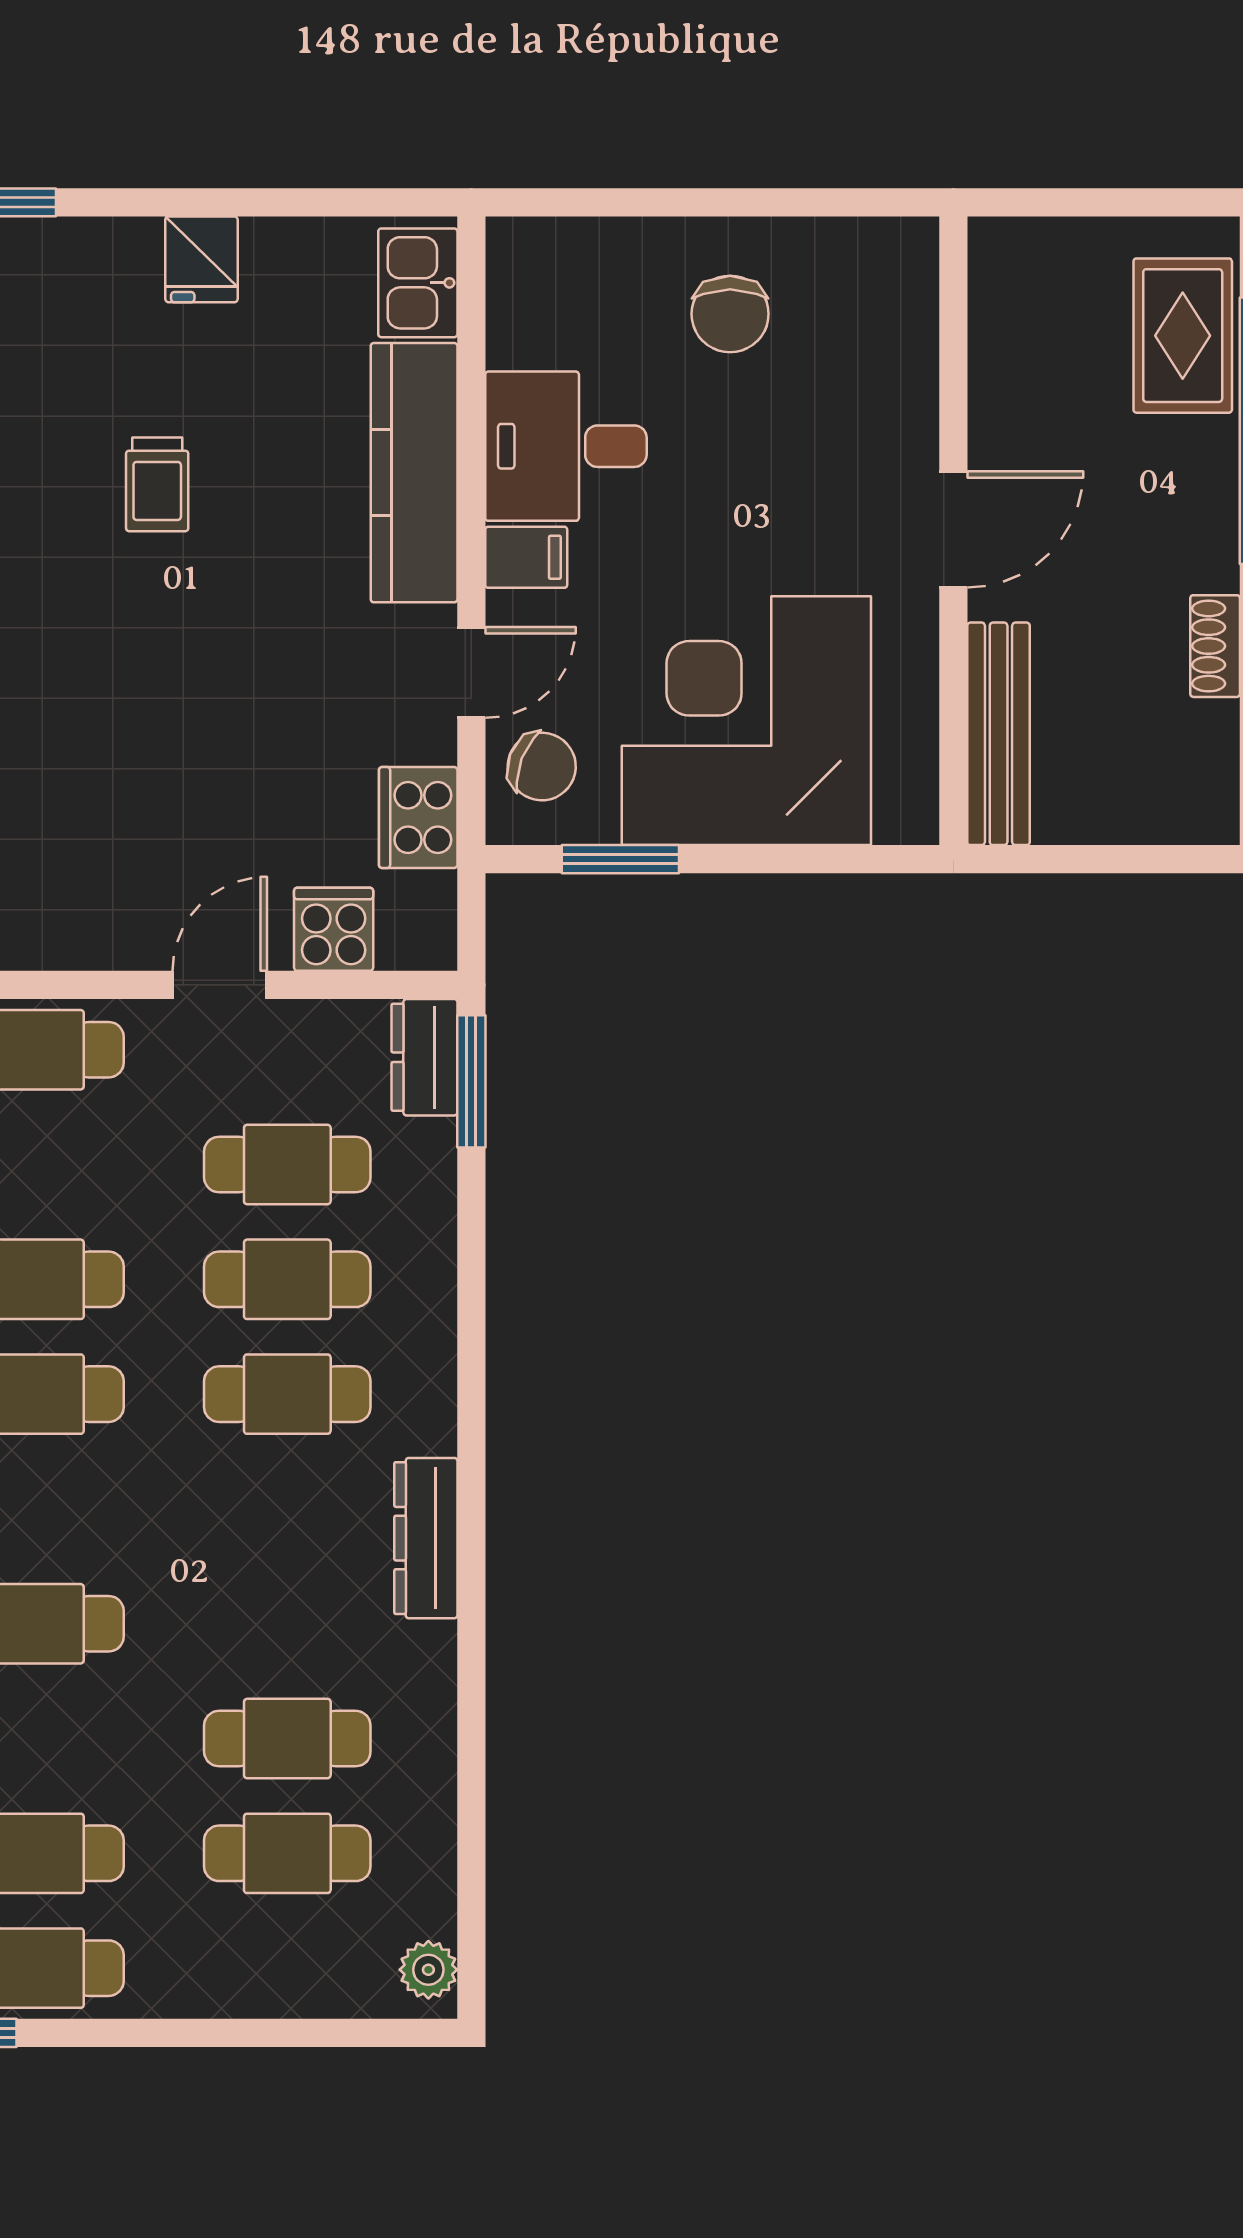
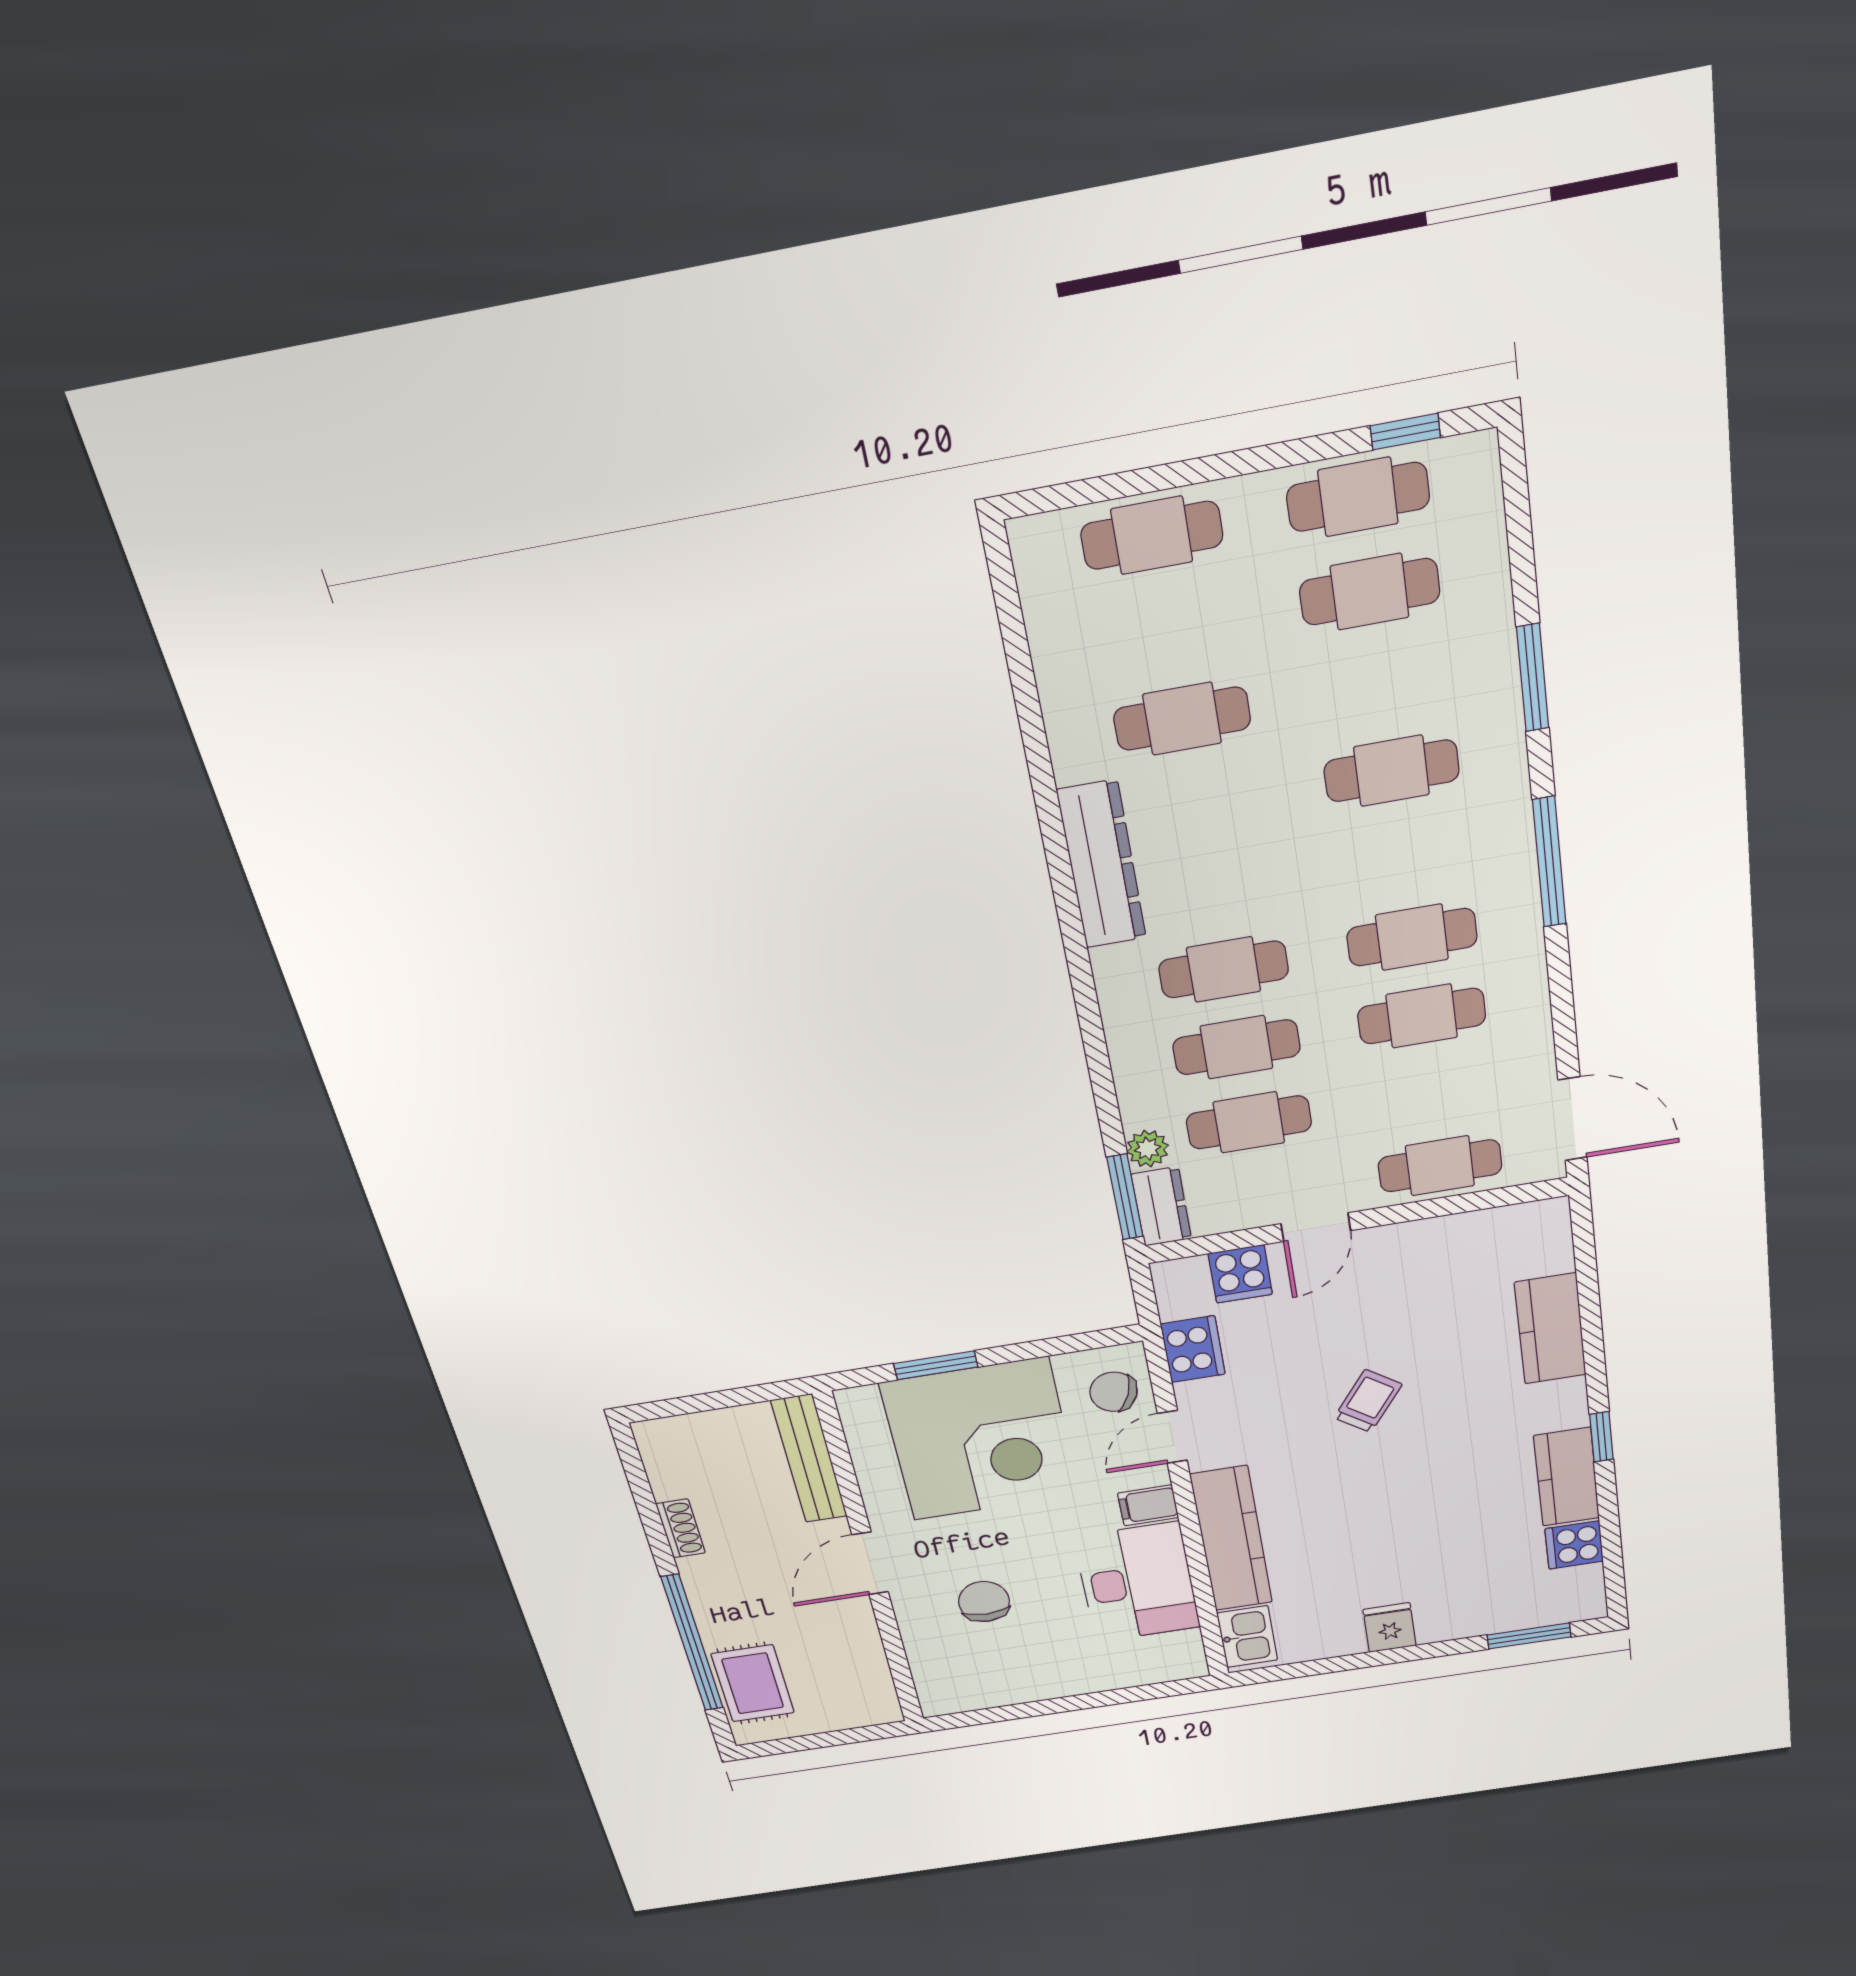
chair: (730, 314) -> (984, 1602), moved
desk: (566, 446) -> (1137, 1582), width x1.37
trolley: (157, 484) -> (1368, 1401), moved, turned 36
window: (620, 859) -> (936, 1365), moved
dresser: (426, 1538) -> (1102, 865), width x1.37, depth x1.24
cafe table: (287, 1853) -> (1152, 535), moved
plant: (428, 1970) -> (1148, 1149), moved

